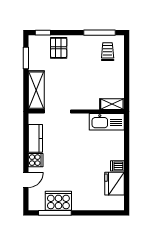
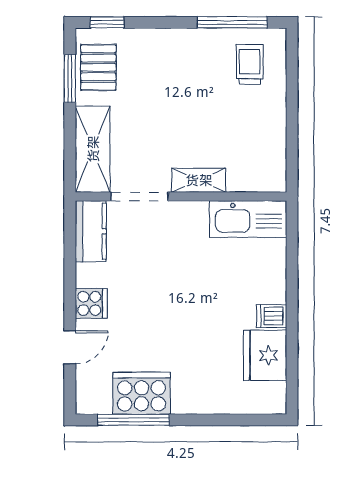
pallet: (59, 48) -> (98, 67), moved
shelving: (112, 104) -> (199, 180), moved
kitchen counter: (35, 138) -> (91, 231), moved

